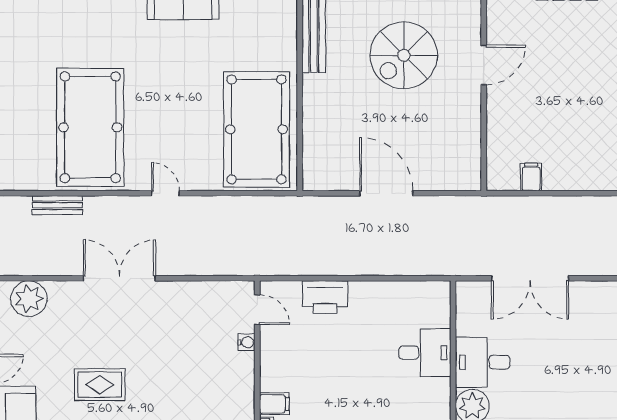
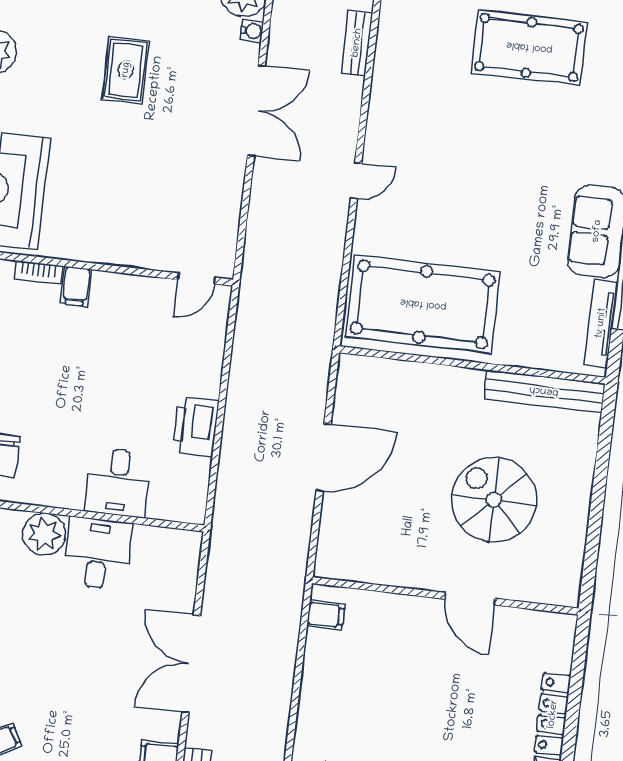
pool table: (90, 127) -> (529, 47), moved, width x0.73, depth x0.76
filing cabinet: (531, 177) -> (326, 615), moved
double door: (530, 278) -> (191, 664), moved
printer: (325, 297) -> (195, 427), moved
water cooler: (246, 342) -> (252, 31), moved, turned -90

